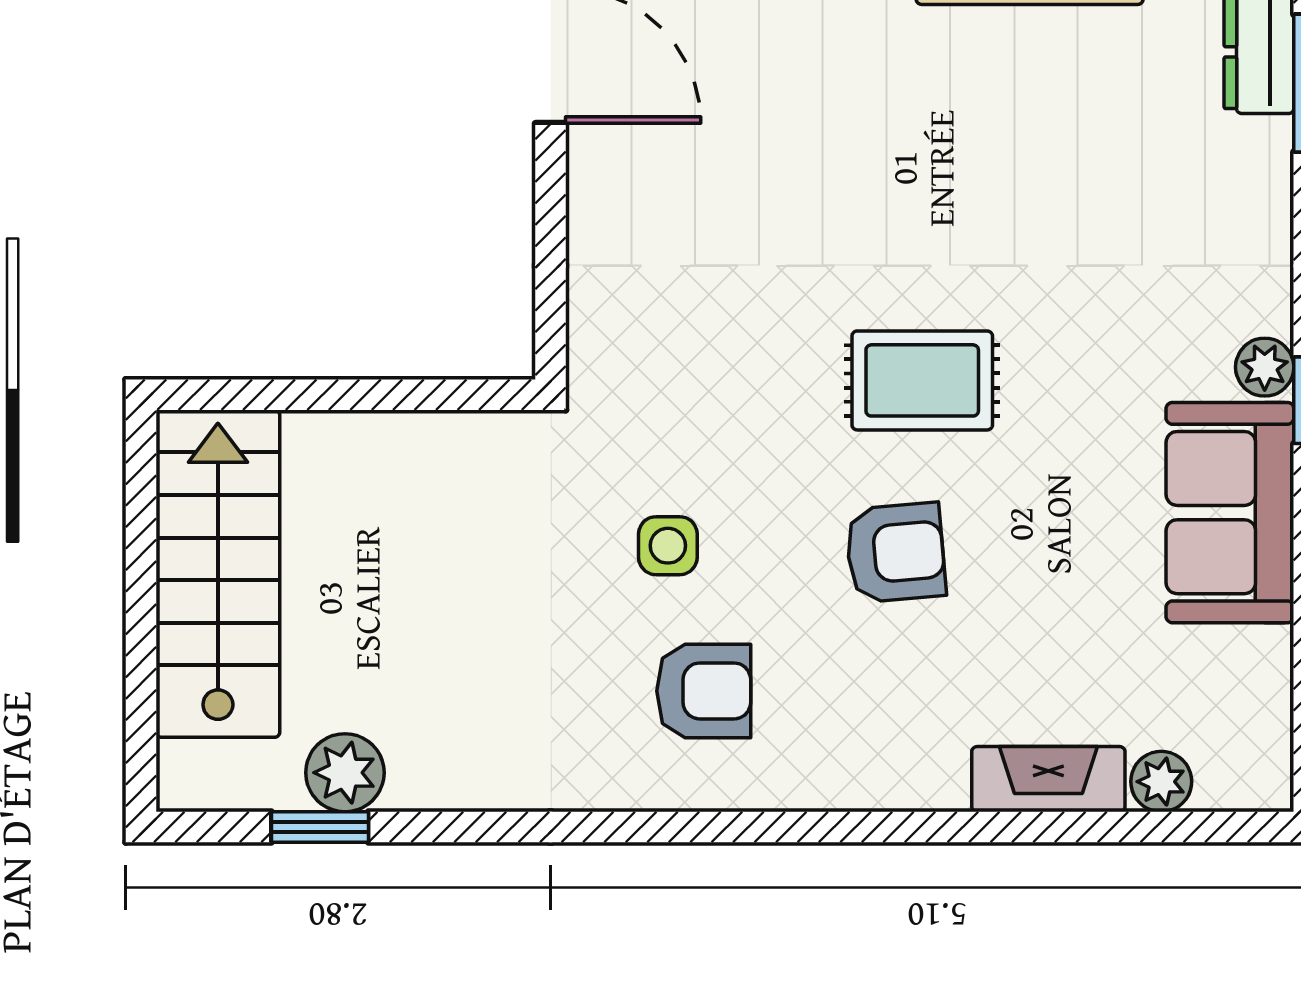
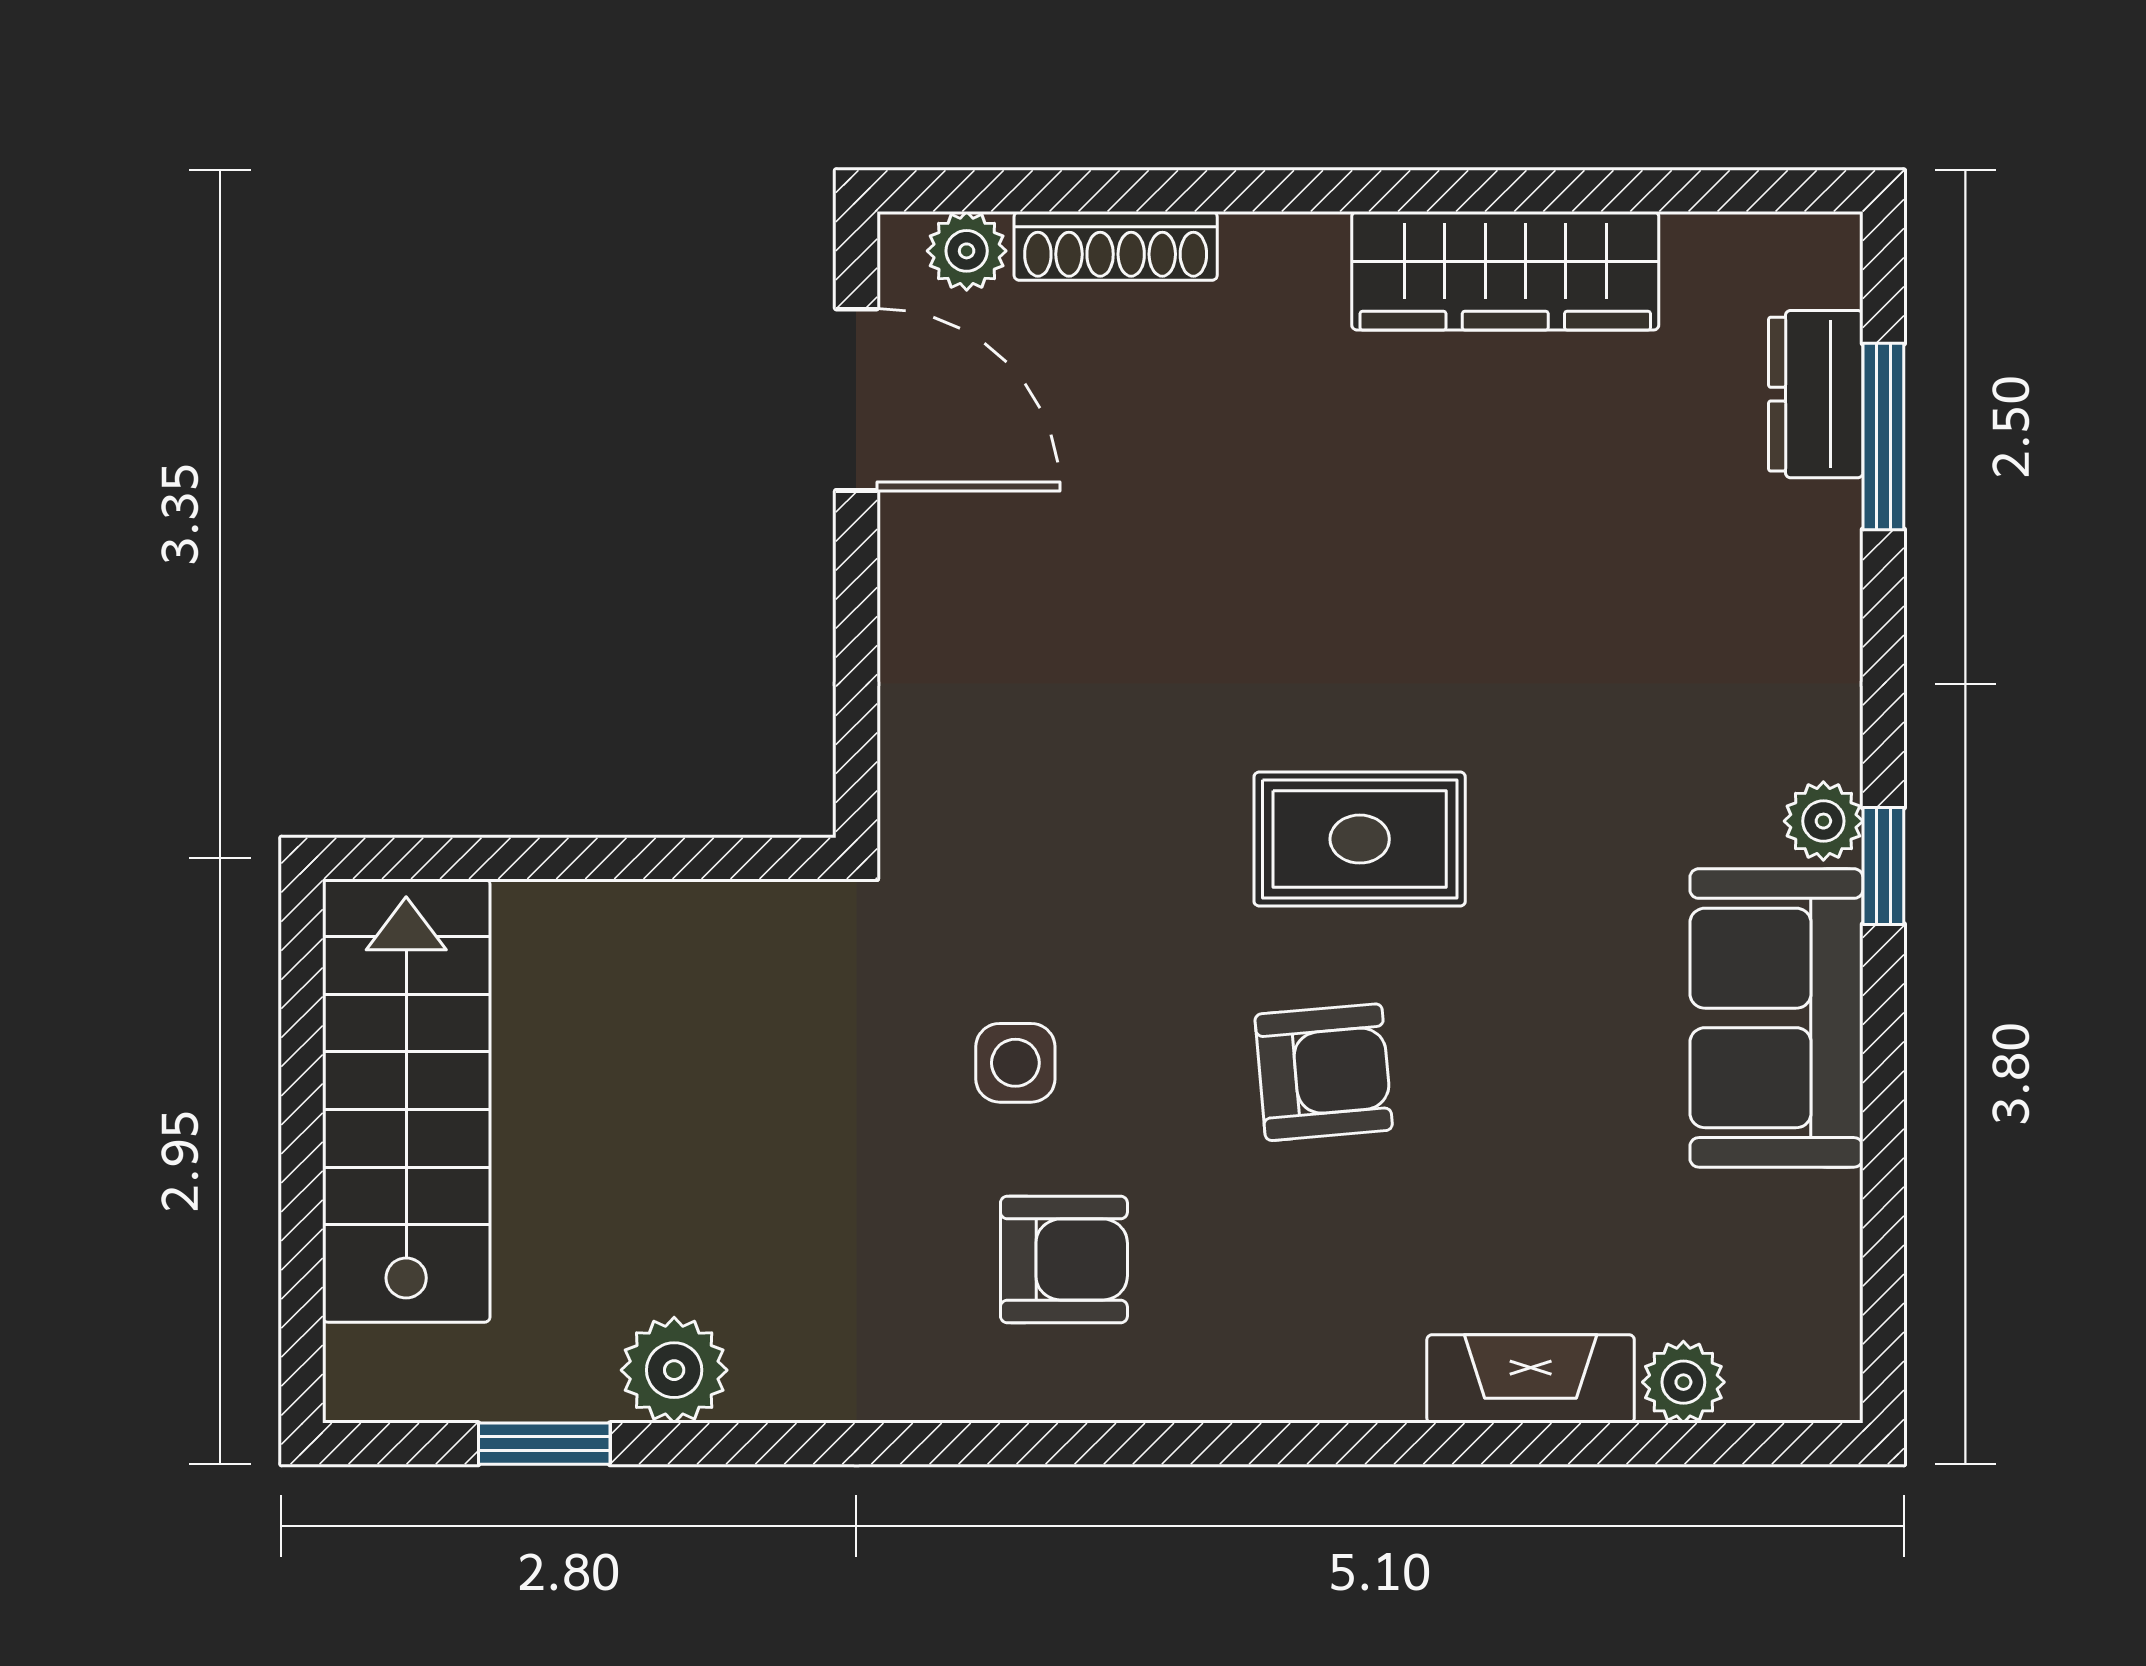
plant: (345, 773) -> (674, 1370), moved

